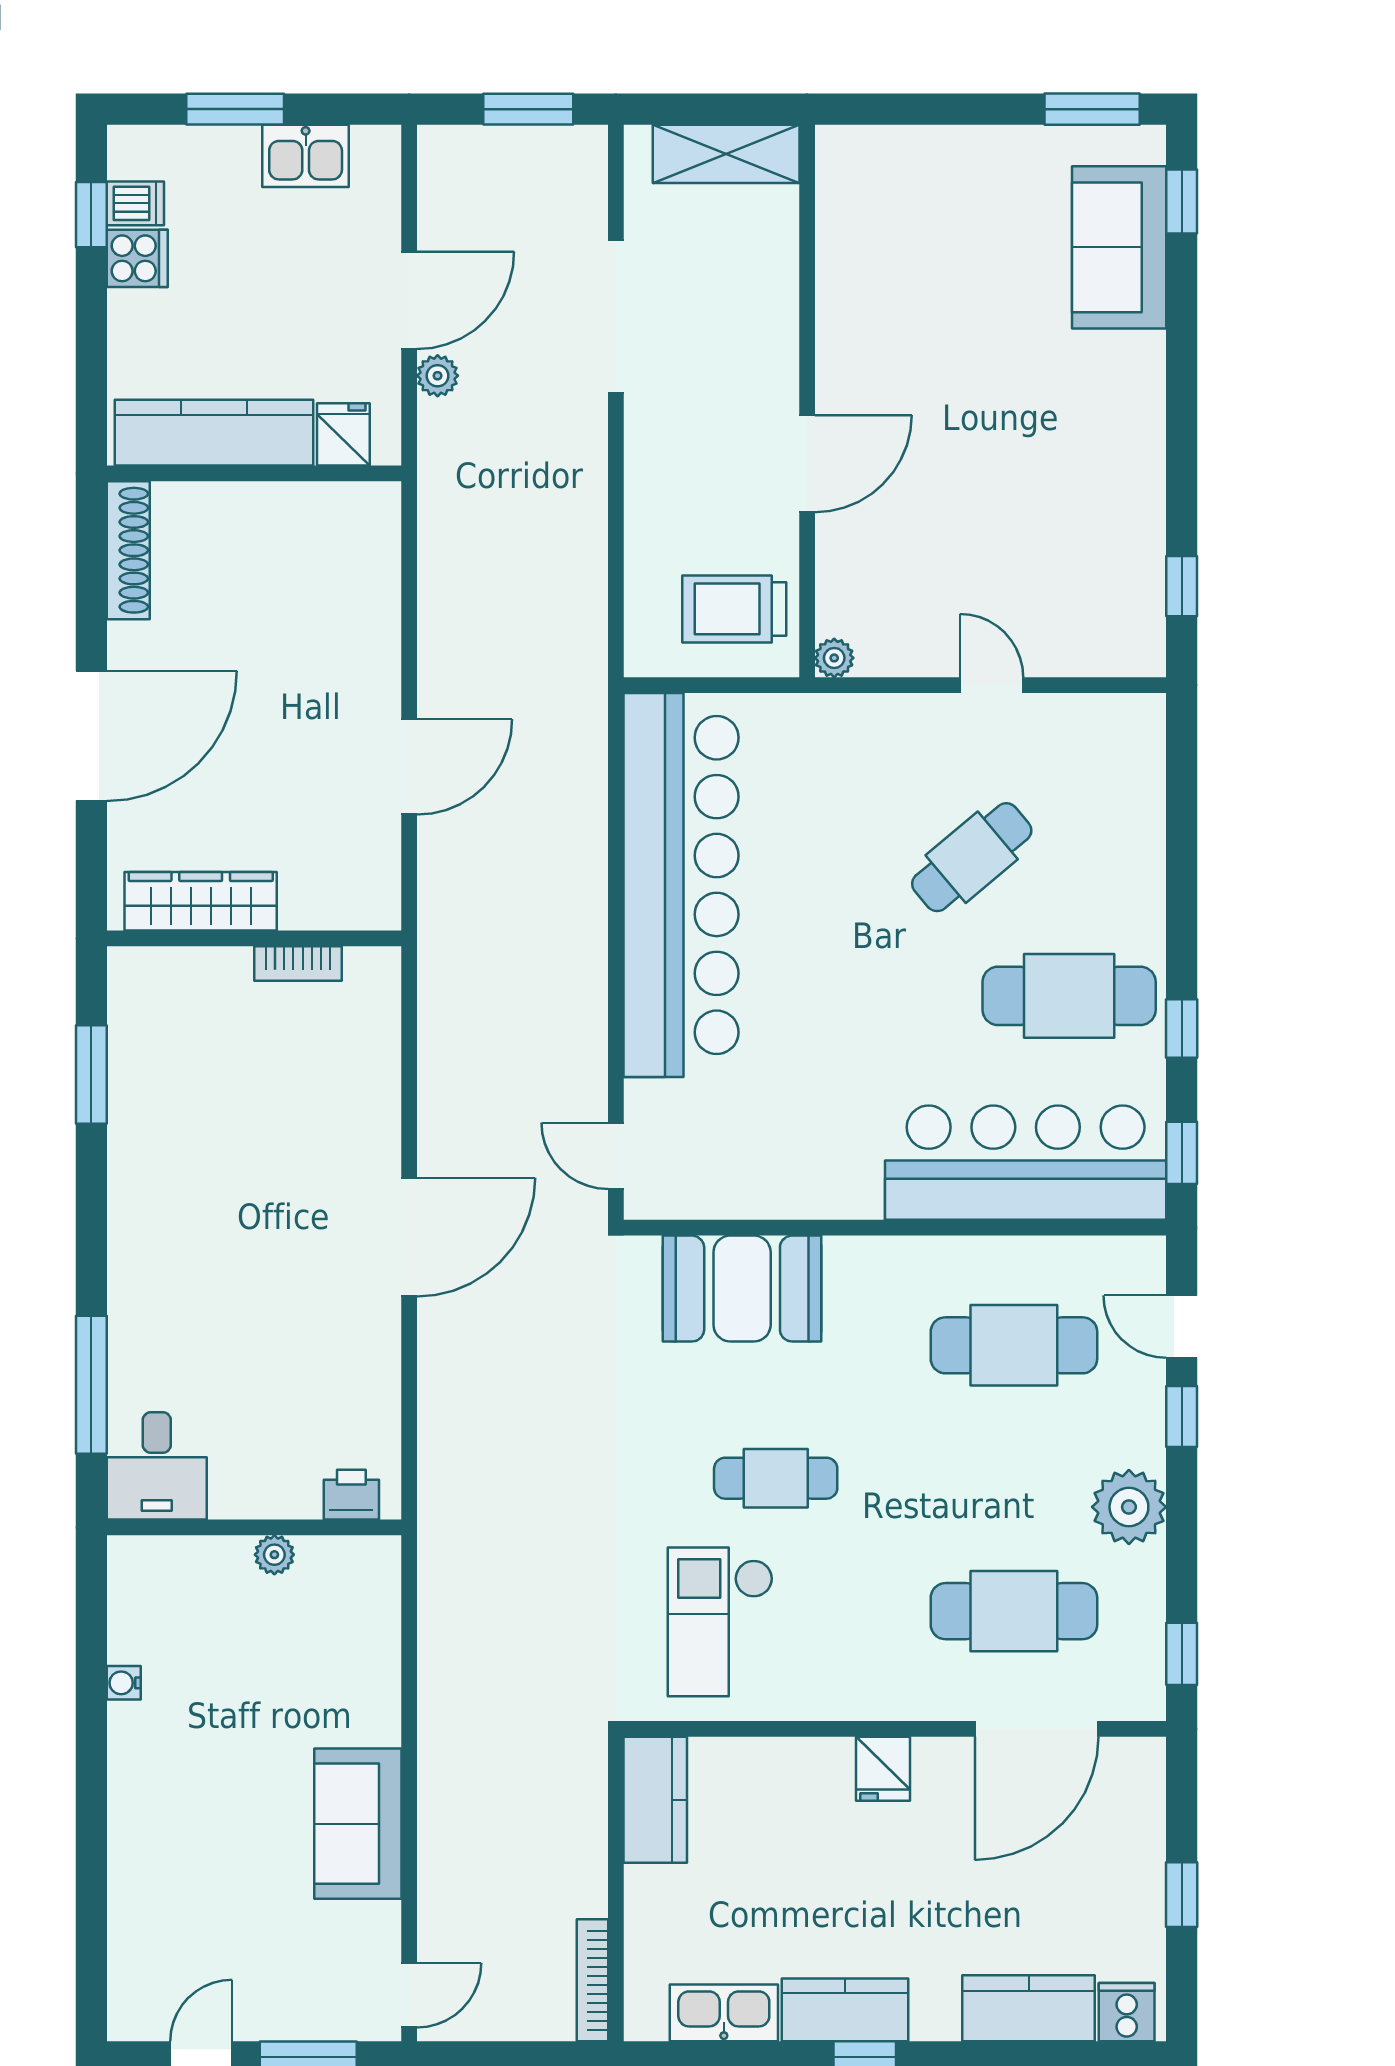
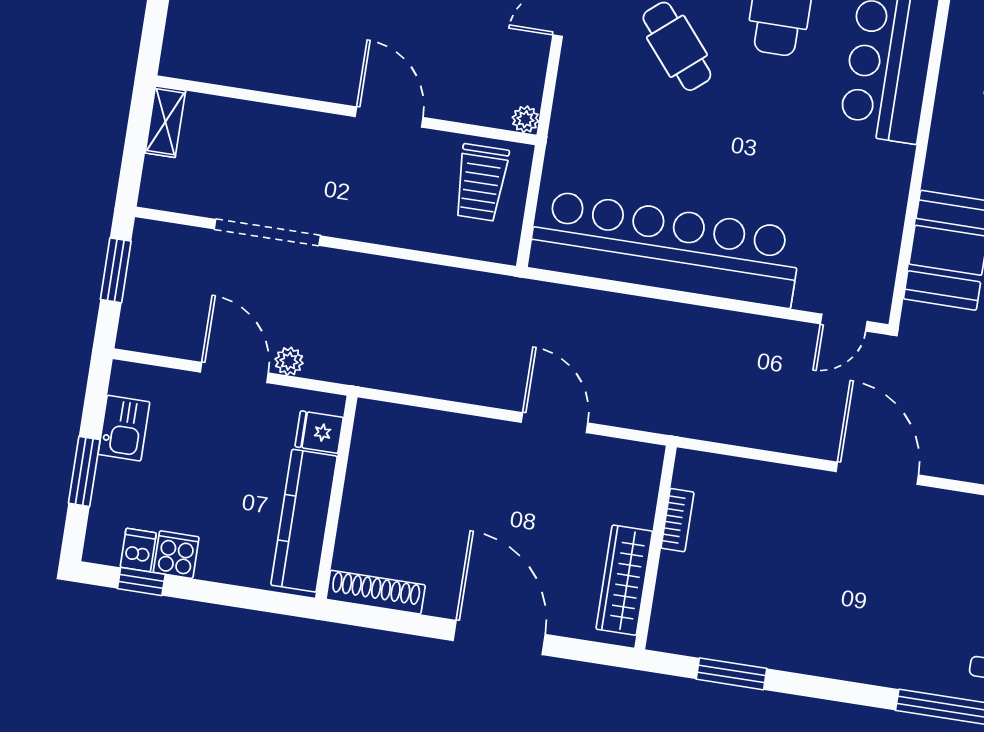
shelving: (726, 154) -> (165, 122), width x0.67, depth x0.75

